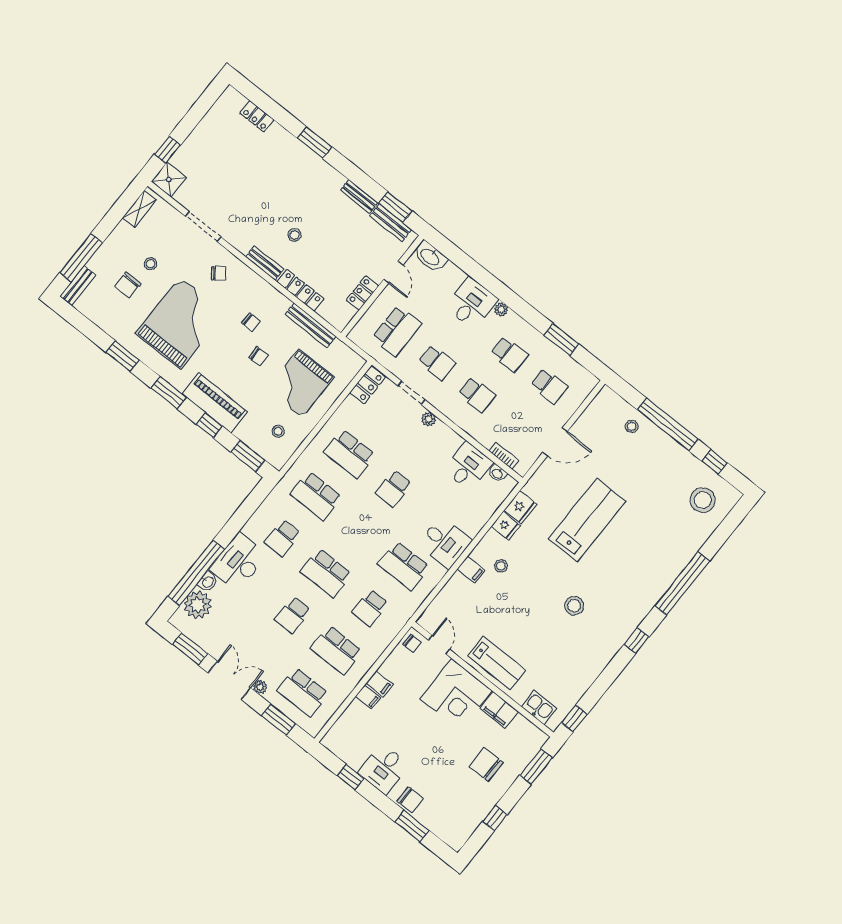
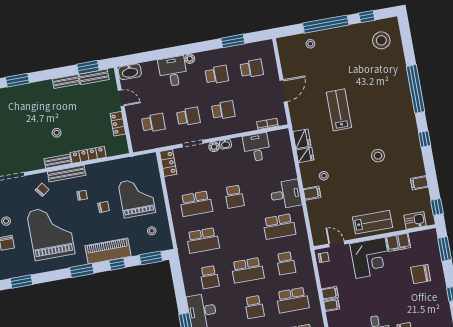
bench: (311, 325) -> (67, 174), moved
school desk: (397, 331) -> (153, 123), width x0.54
window: (123, 356) -> (21, 281), moved
grand piano: (300, 383) -> (137, 197), turned 180
washbasin: (498, 473) -> (225, 144), moved
lab bench: (587, 520) -> (339, 110), width x0.73, depth x0.72
filing cabinet: (584, 676) -> (419, 183), added

